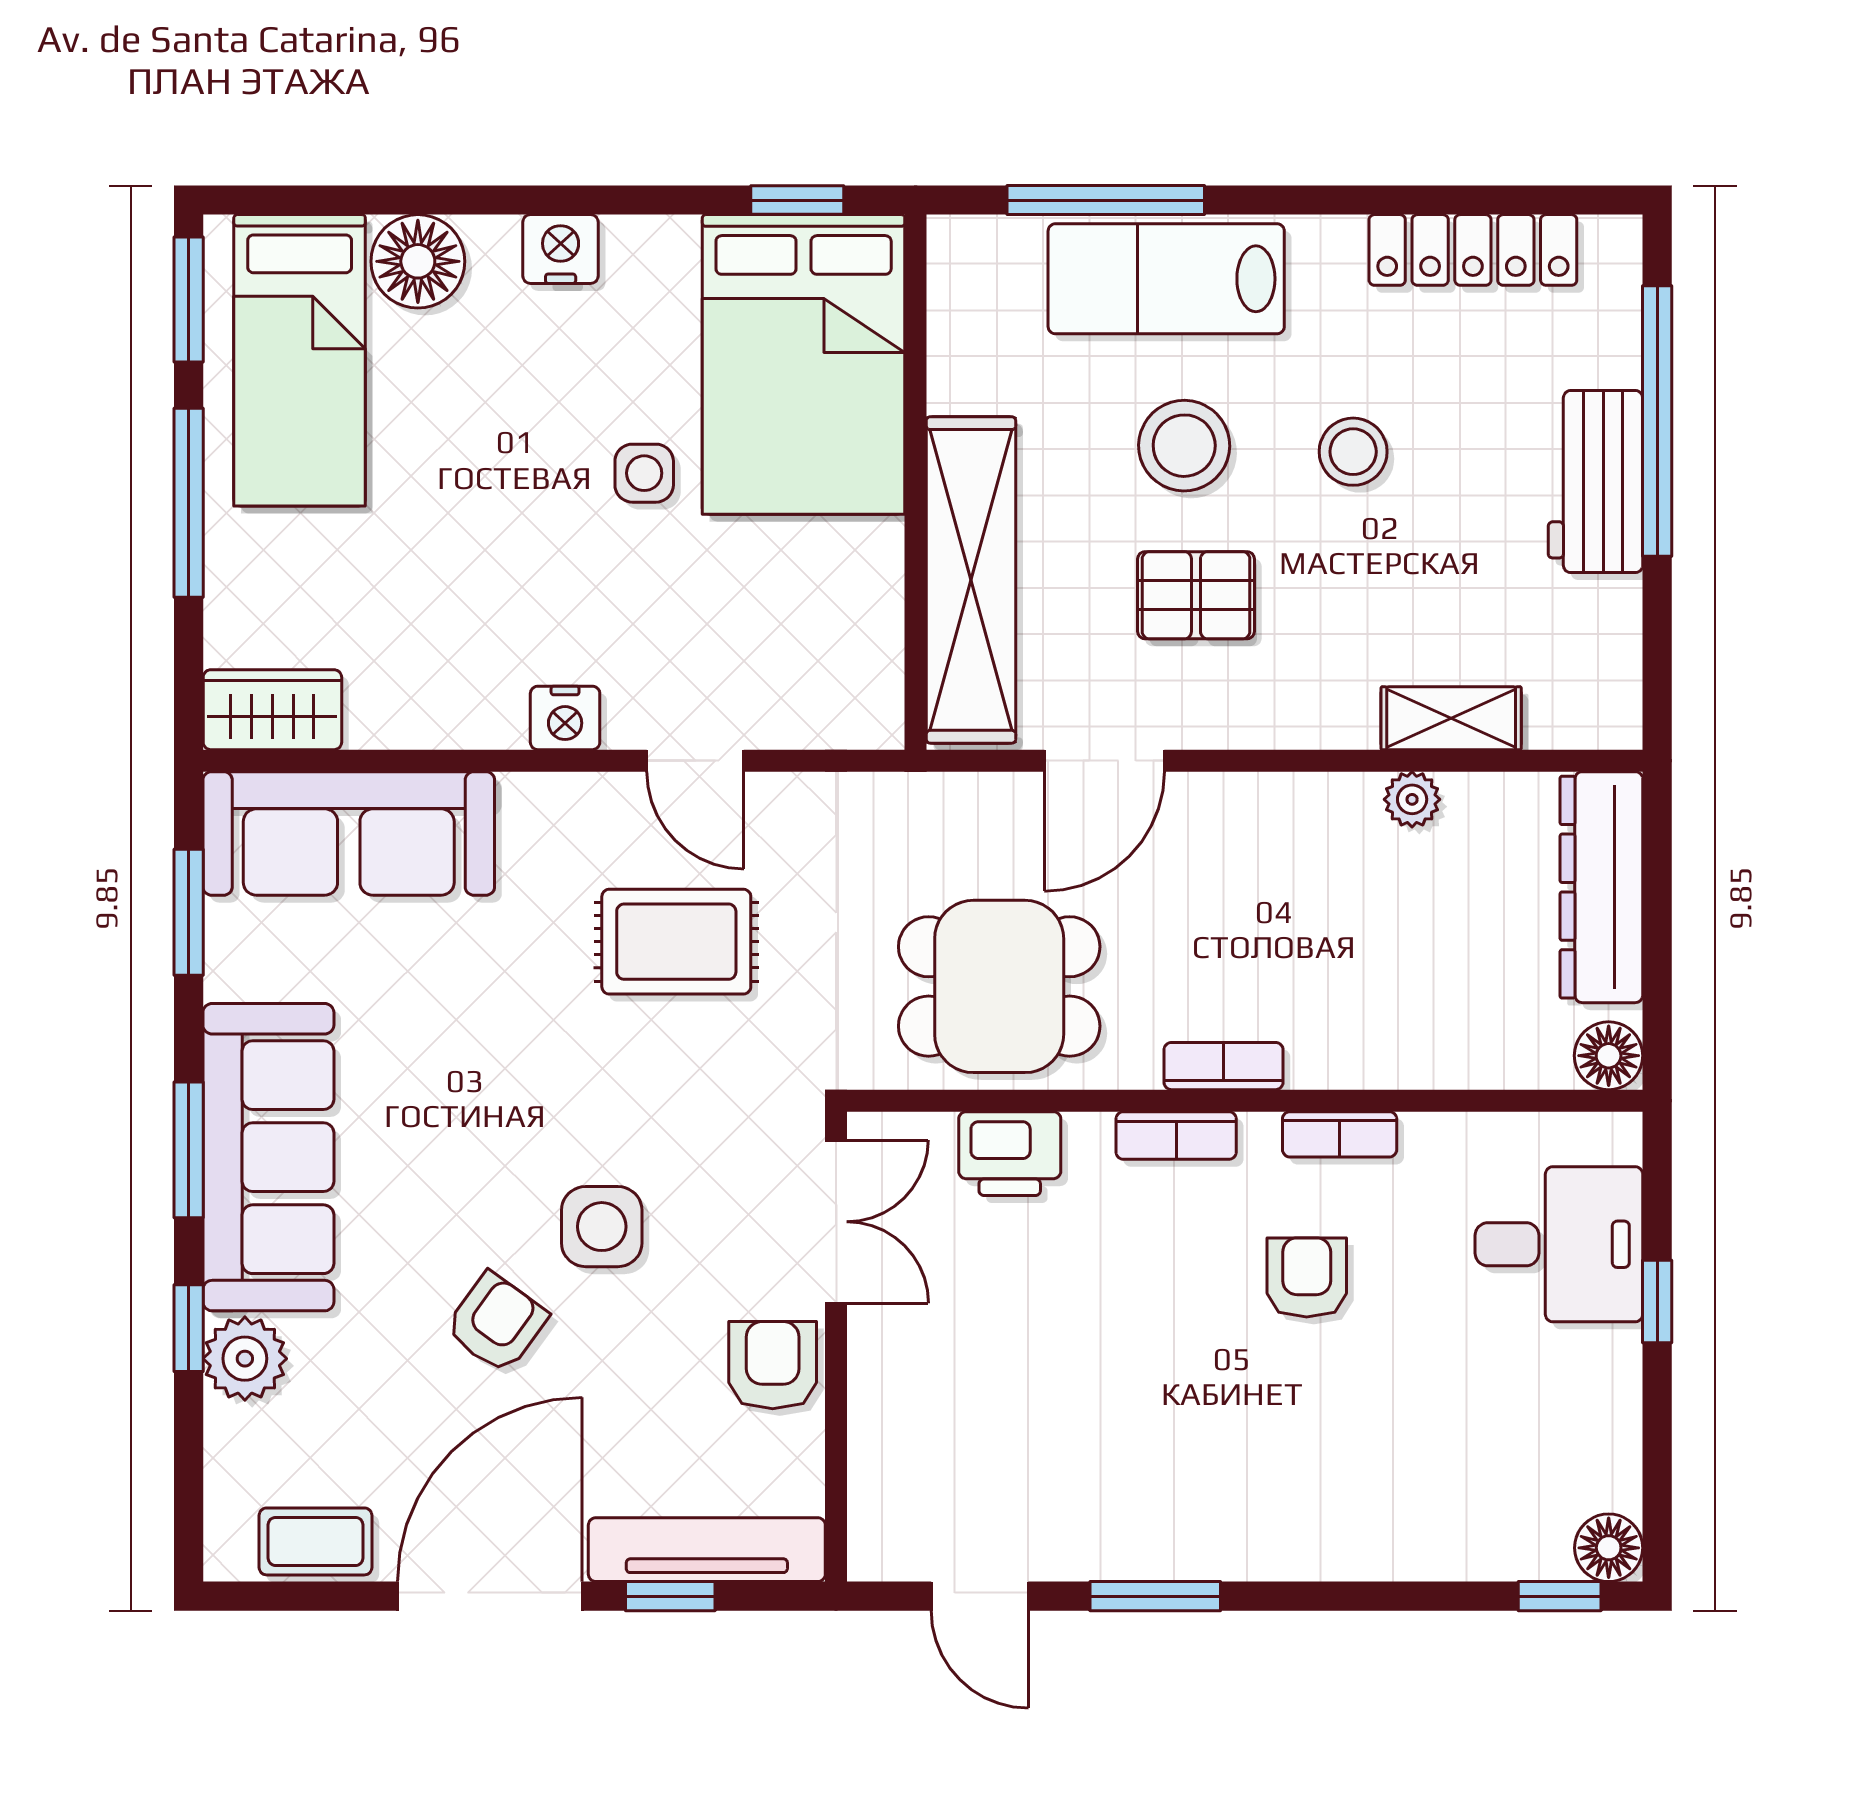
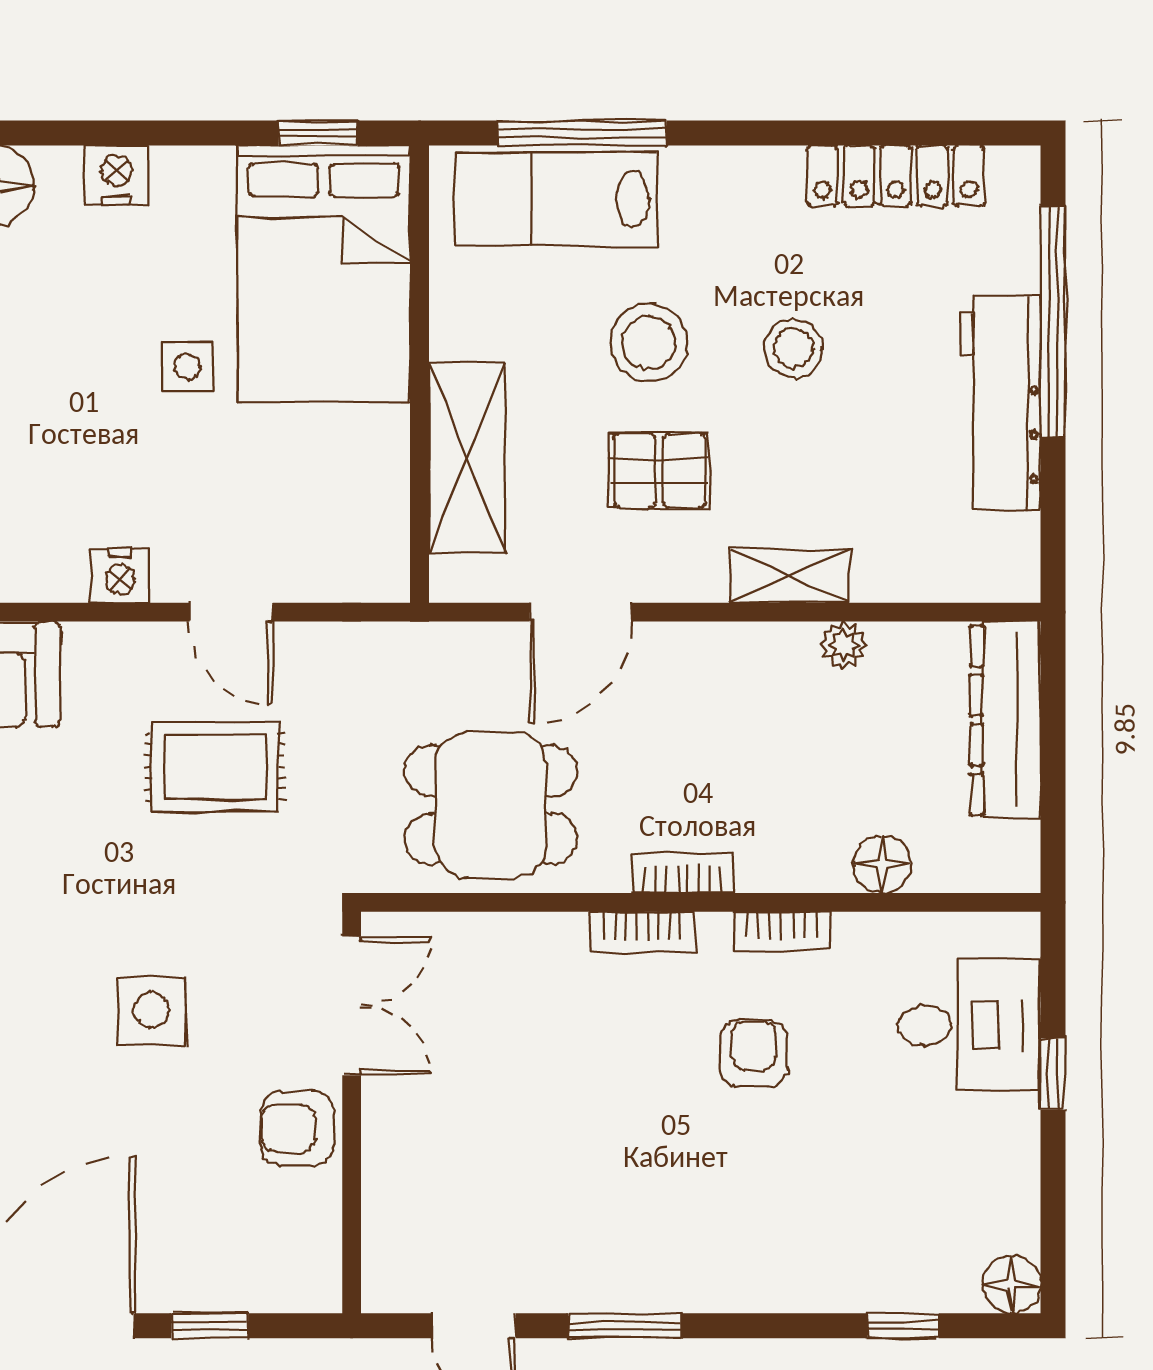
lab bench: (1166, 279) -> (556, 199), moved
workbench: (1595, 482) -> (1000, 403), width x1.37
shelving: (971, 580) -> (467, 458), width x0.68
shelving: (1451, 718) -> (790, 576), moved
floor lamp: (1609, 1056) -> (882, 864), moved
printer: (1010, 1154) -> (500, 948), removed
armchair: (496, 1323) -> (61, 1092), removed
armchair: (773, 1365) -> (297, 1128), turned -90
tv unit: (707, 1550) -> (241, 1286), removed
window: (1560, 1596) -> (903, 1326), moved

